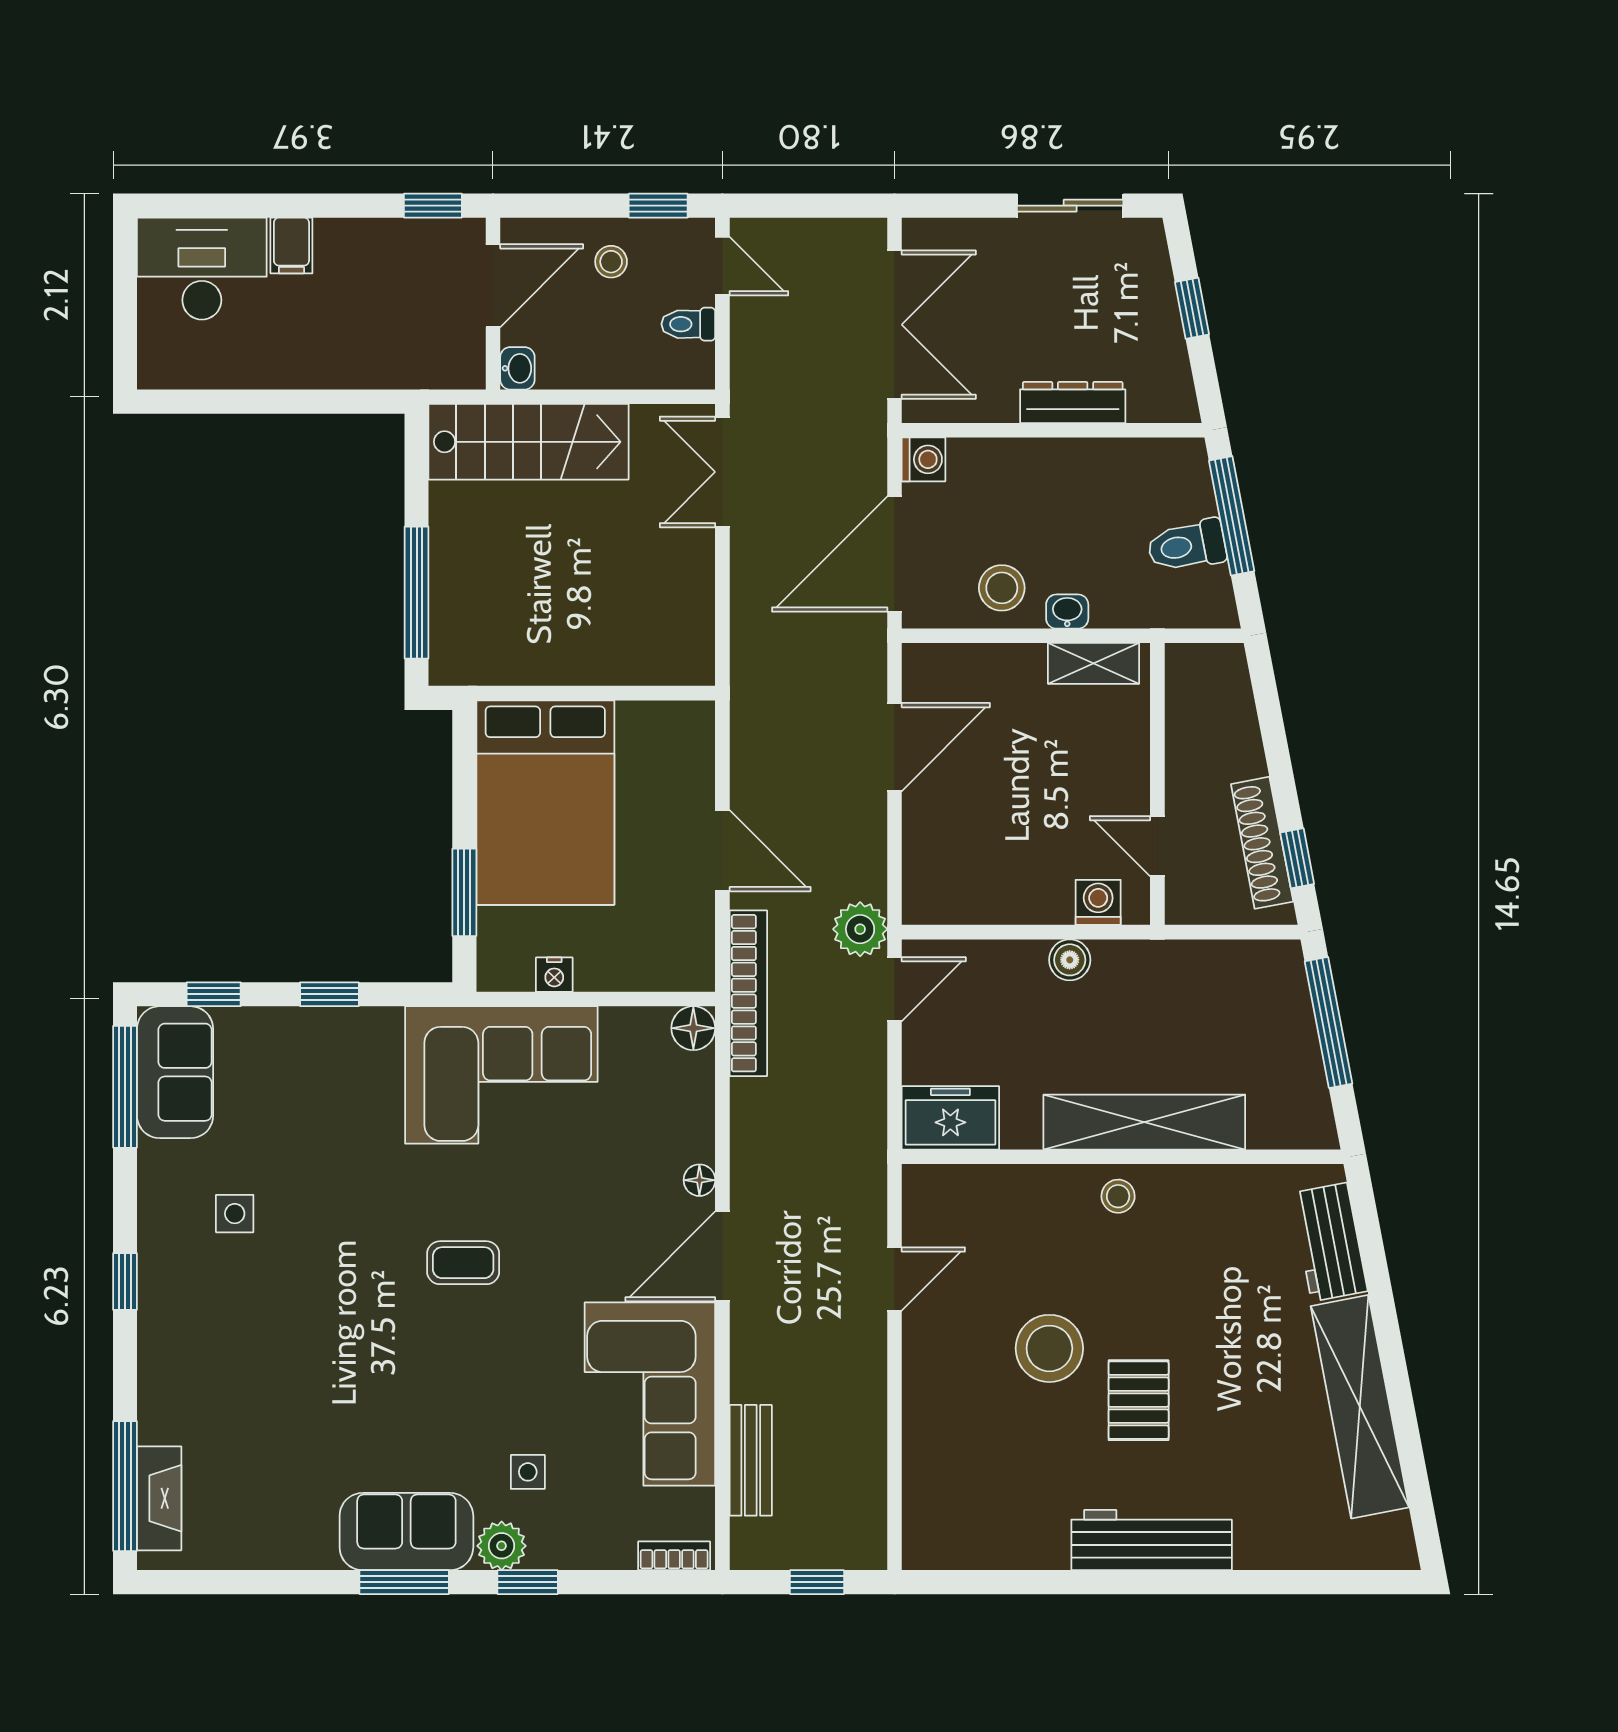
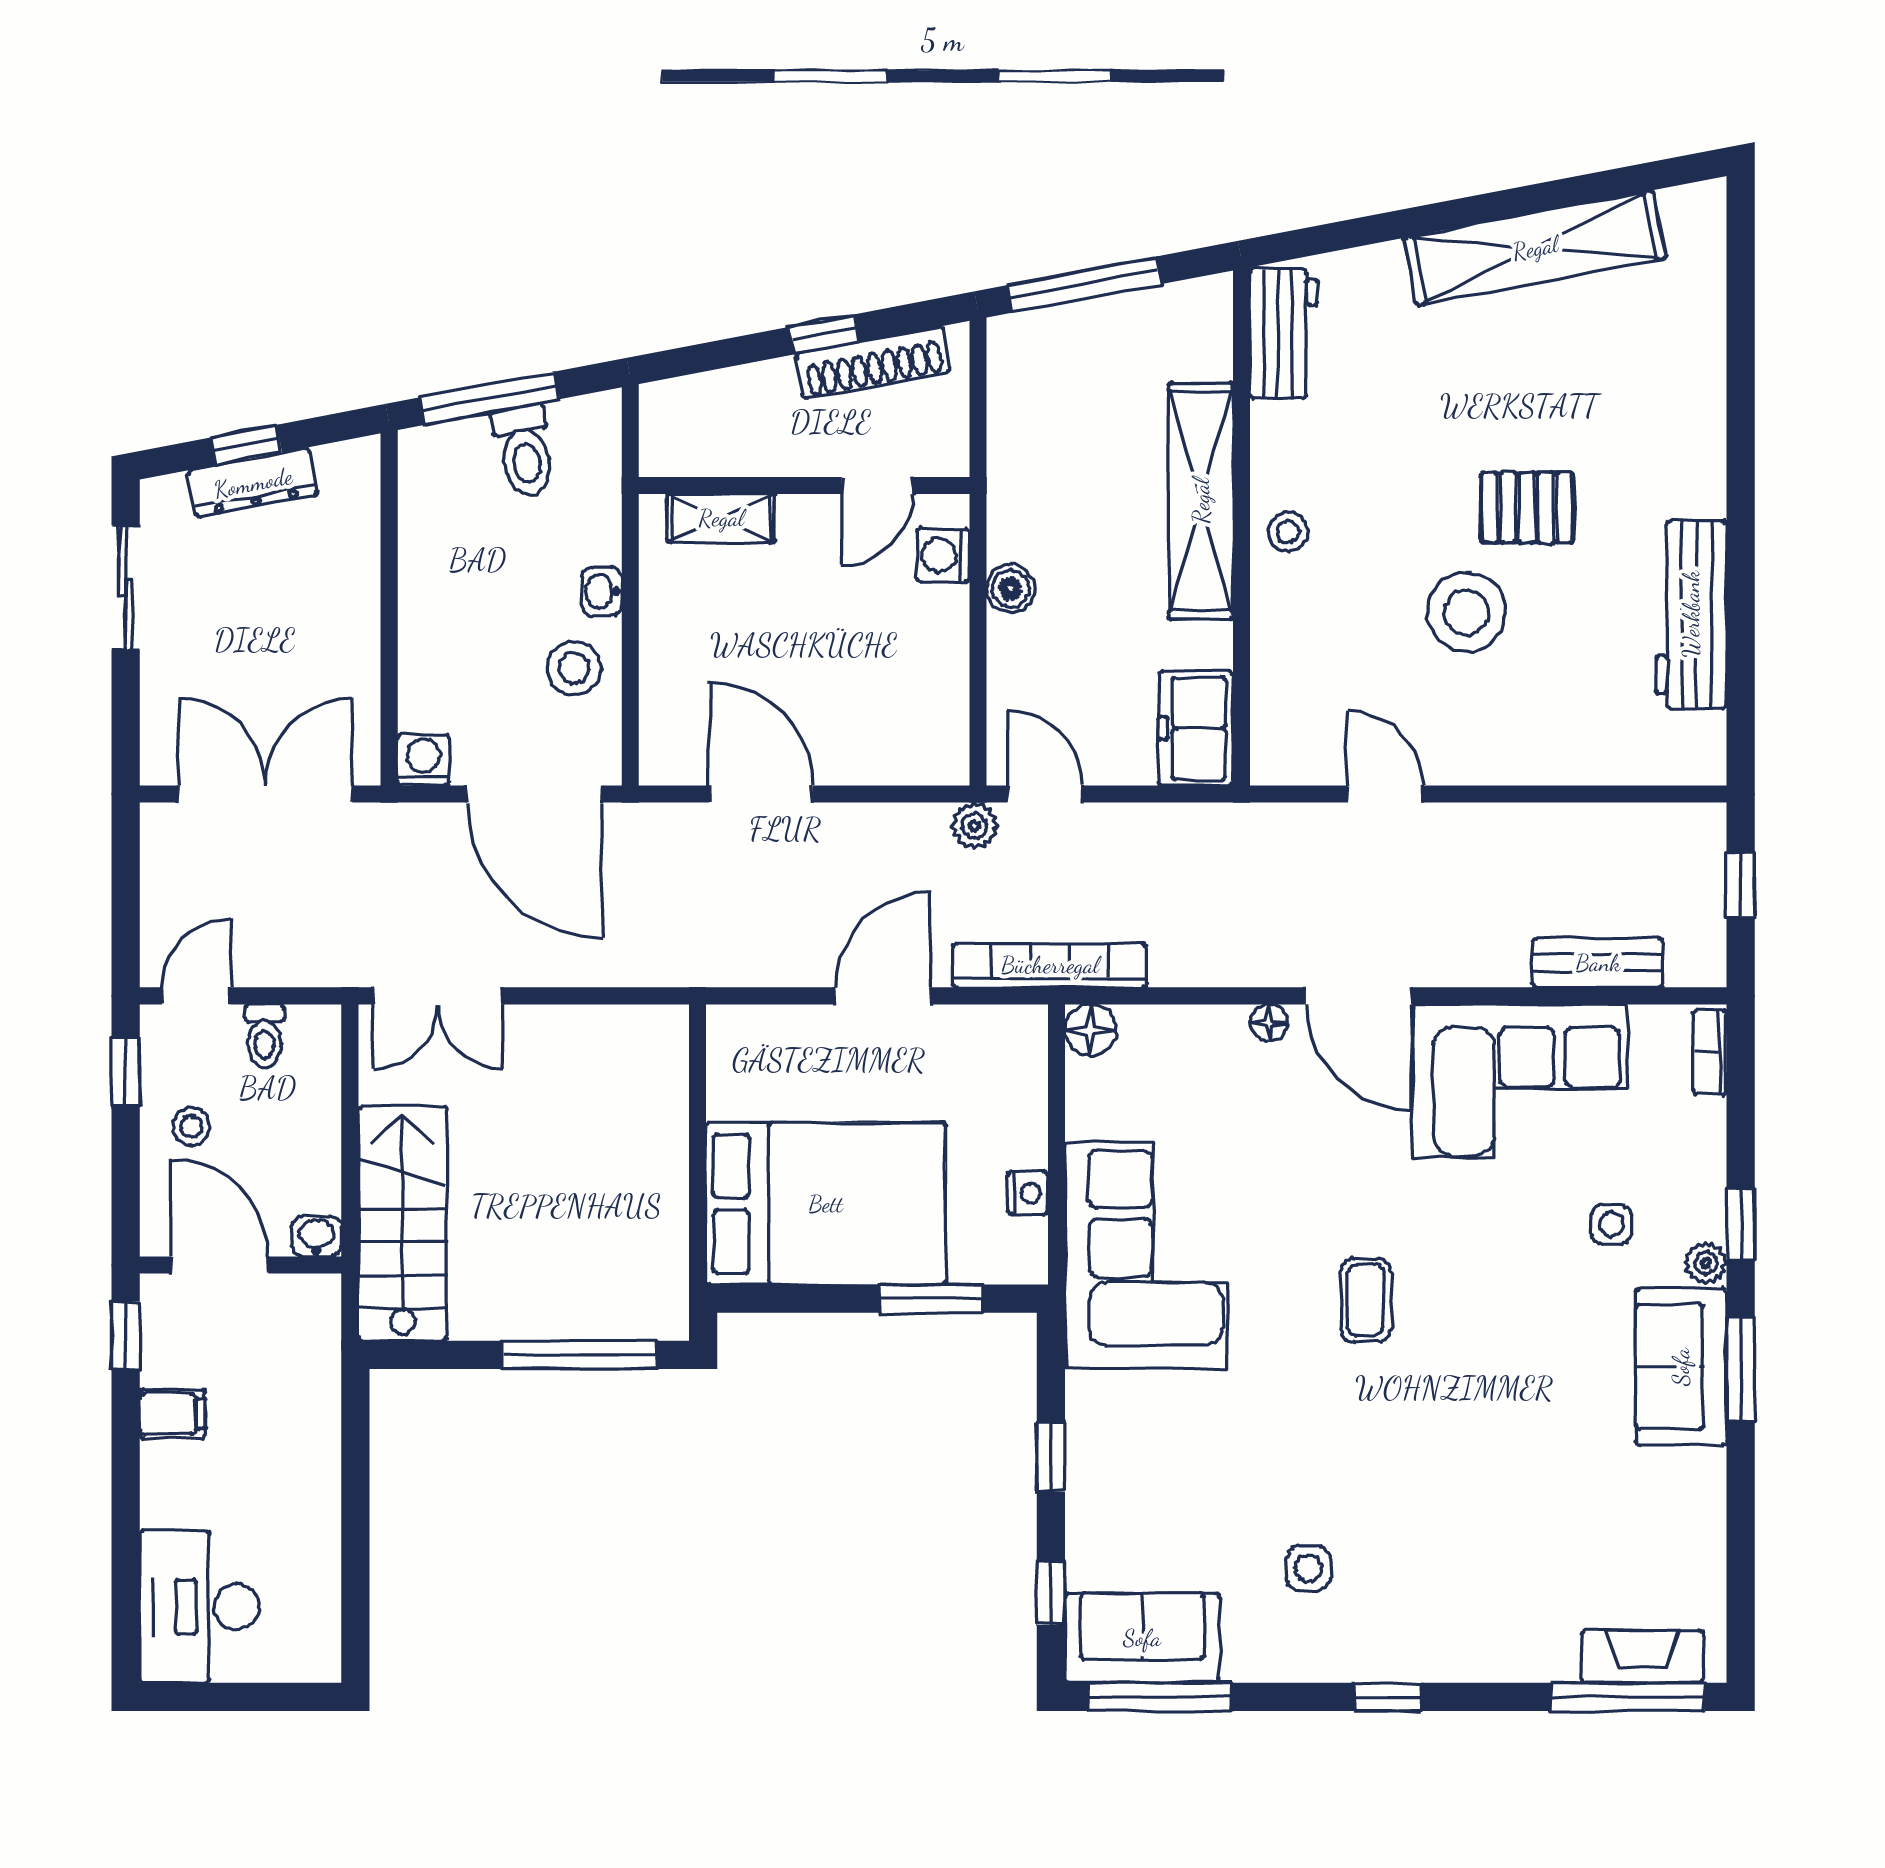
filing cabinet: (291, 246) -> (172, 1414), moved
dresser: (1073, 403) -> (253, 483), moved, turned -101
shelving: (1094, 663) -> (721, 518), moved, turned 90
window: (1297, 858) -> (824, 334), moved
plant: (860, 929) -> (974, 826), width x0.73, depth x0.73
workbench: (1329, 1242) -> (1284, 334), moved, turned -79
workbench: (1152, 1540) -> (1691, 614), moved
plant: (502, 1546) -> (1706, 1263), width x0.73, depth x0.73

